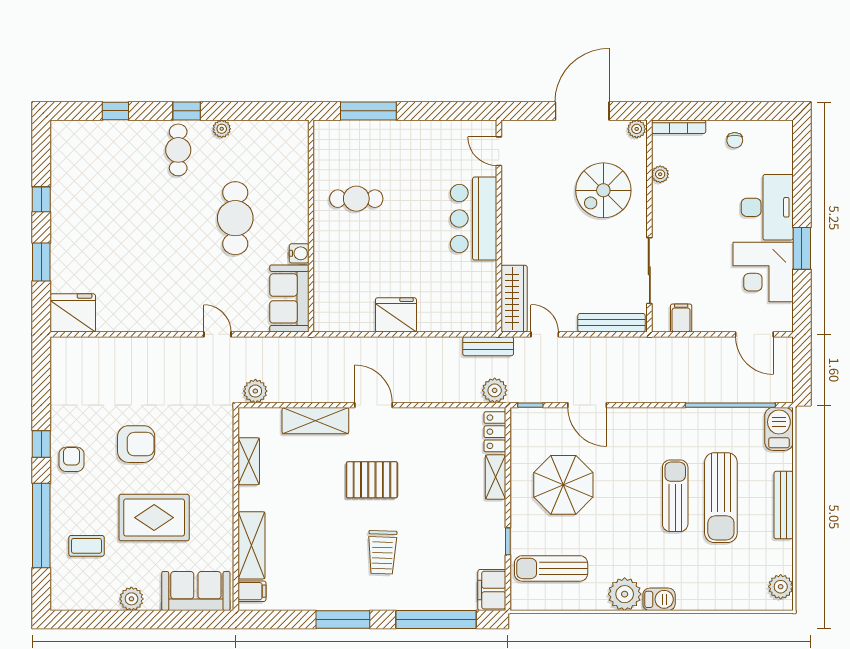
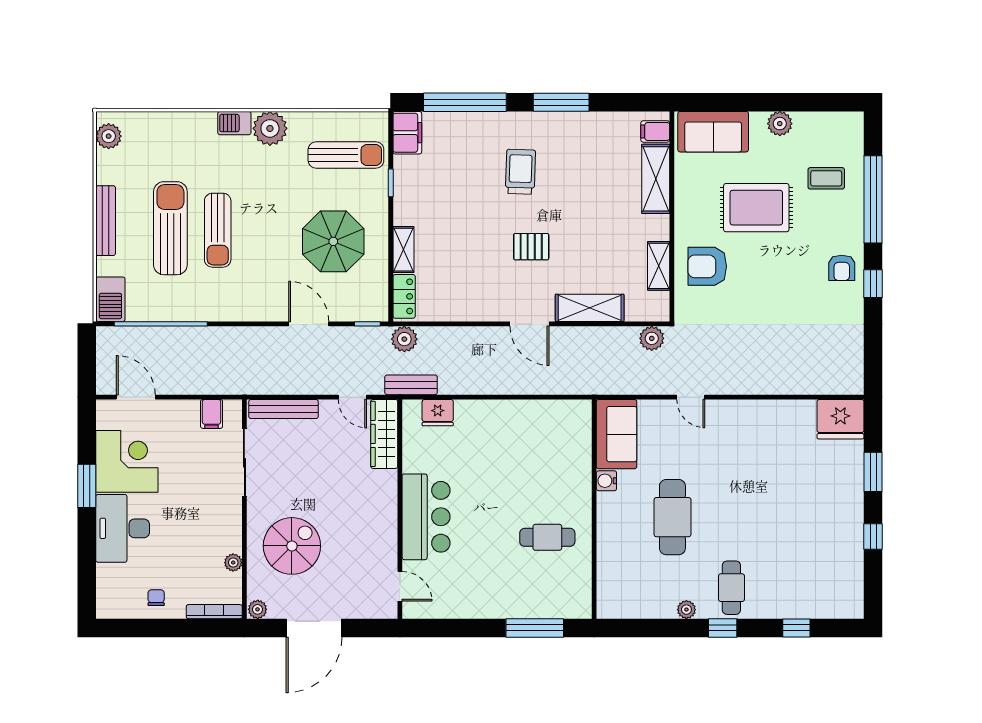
fridge: (396, 315) -> (438, 413), moved, width x0.73, depth x0.75
armchair: (136, 444) -> (707, 266), moved
pallet: (372, 480) -> (531, 247), width x0.67, depth x0.71

